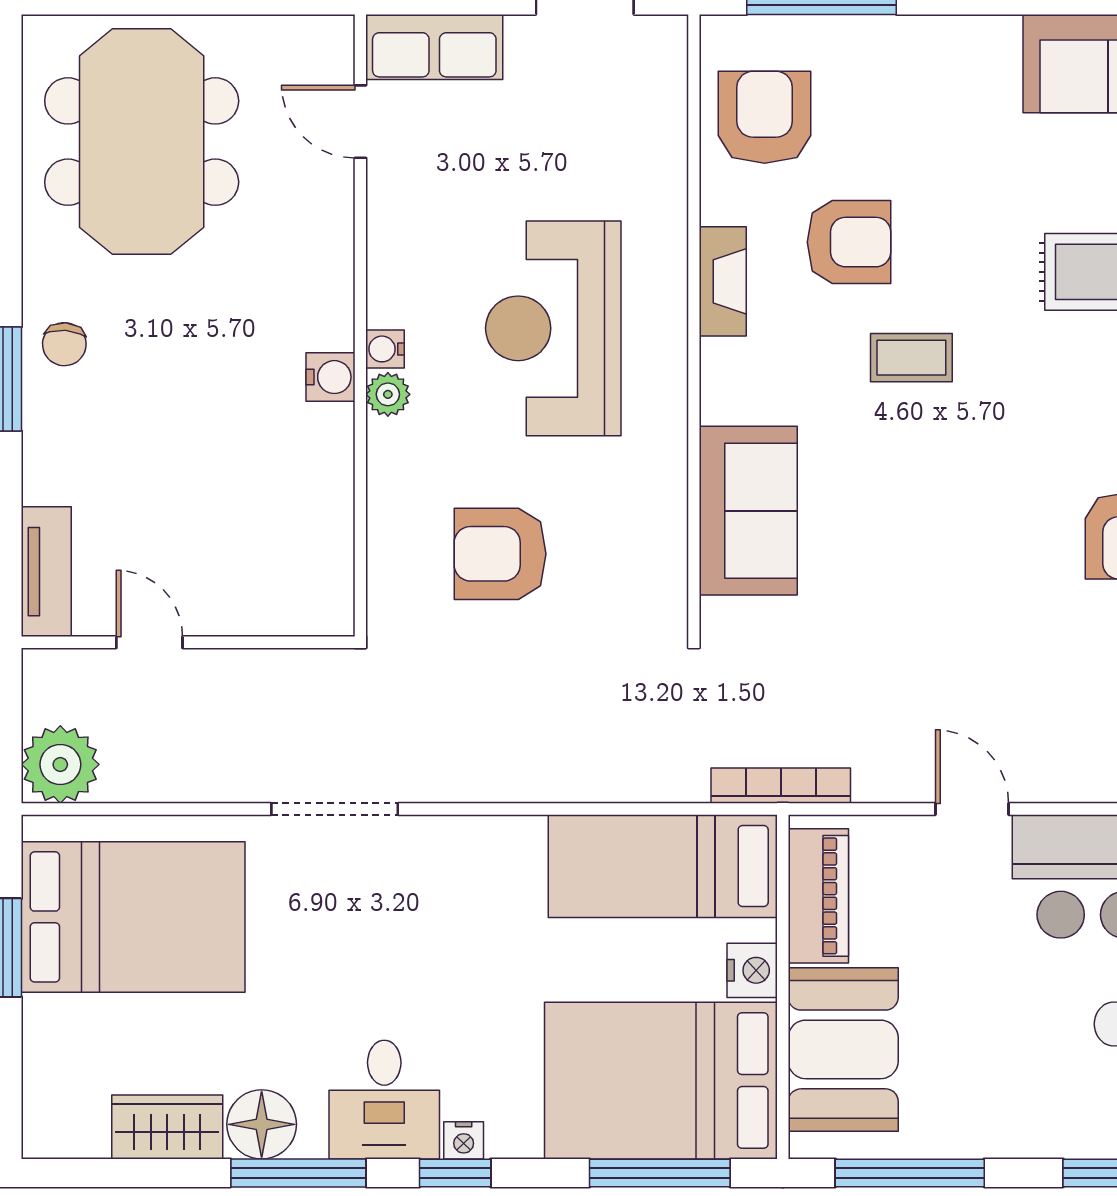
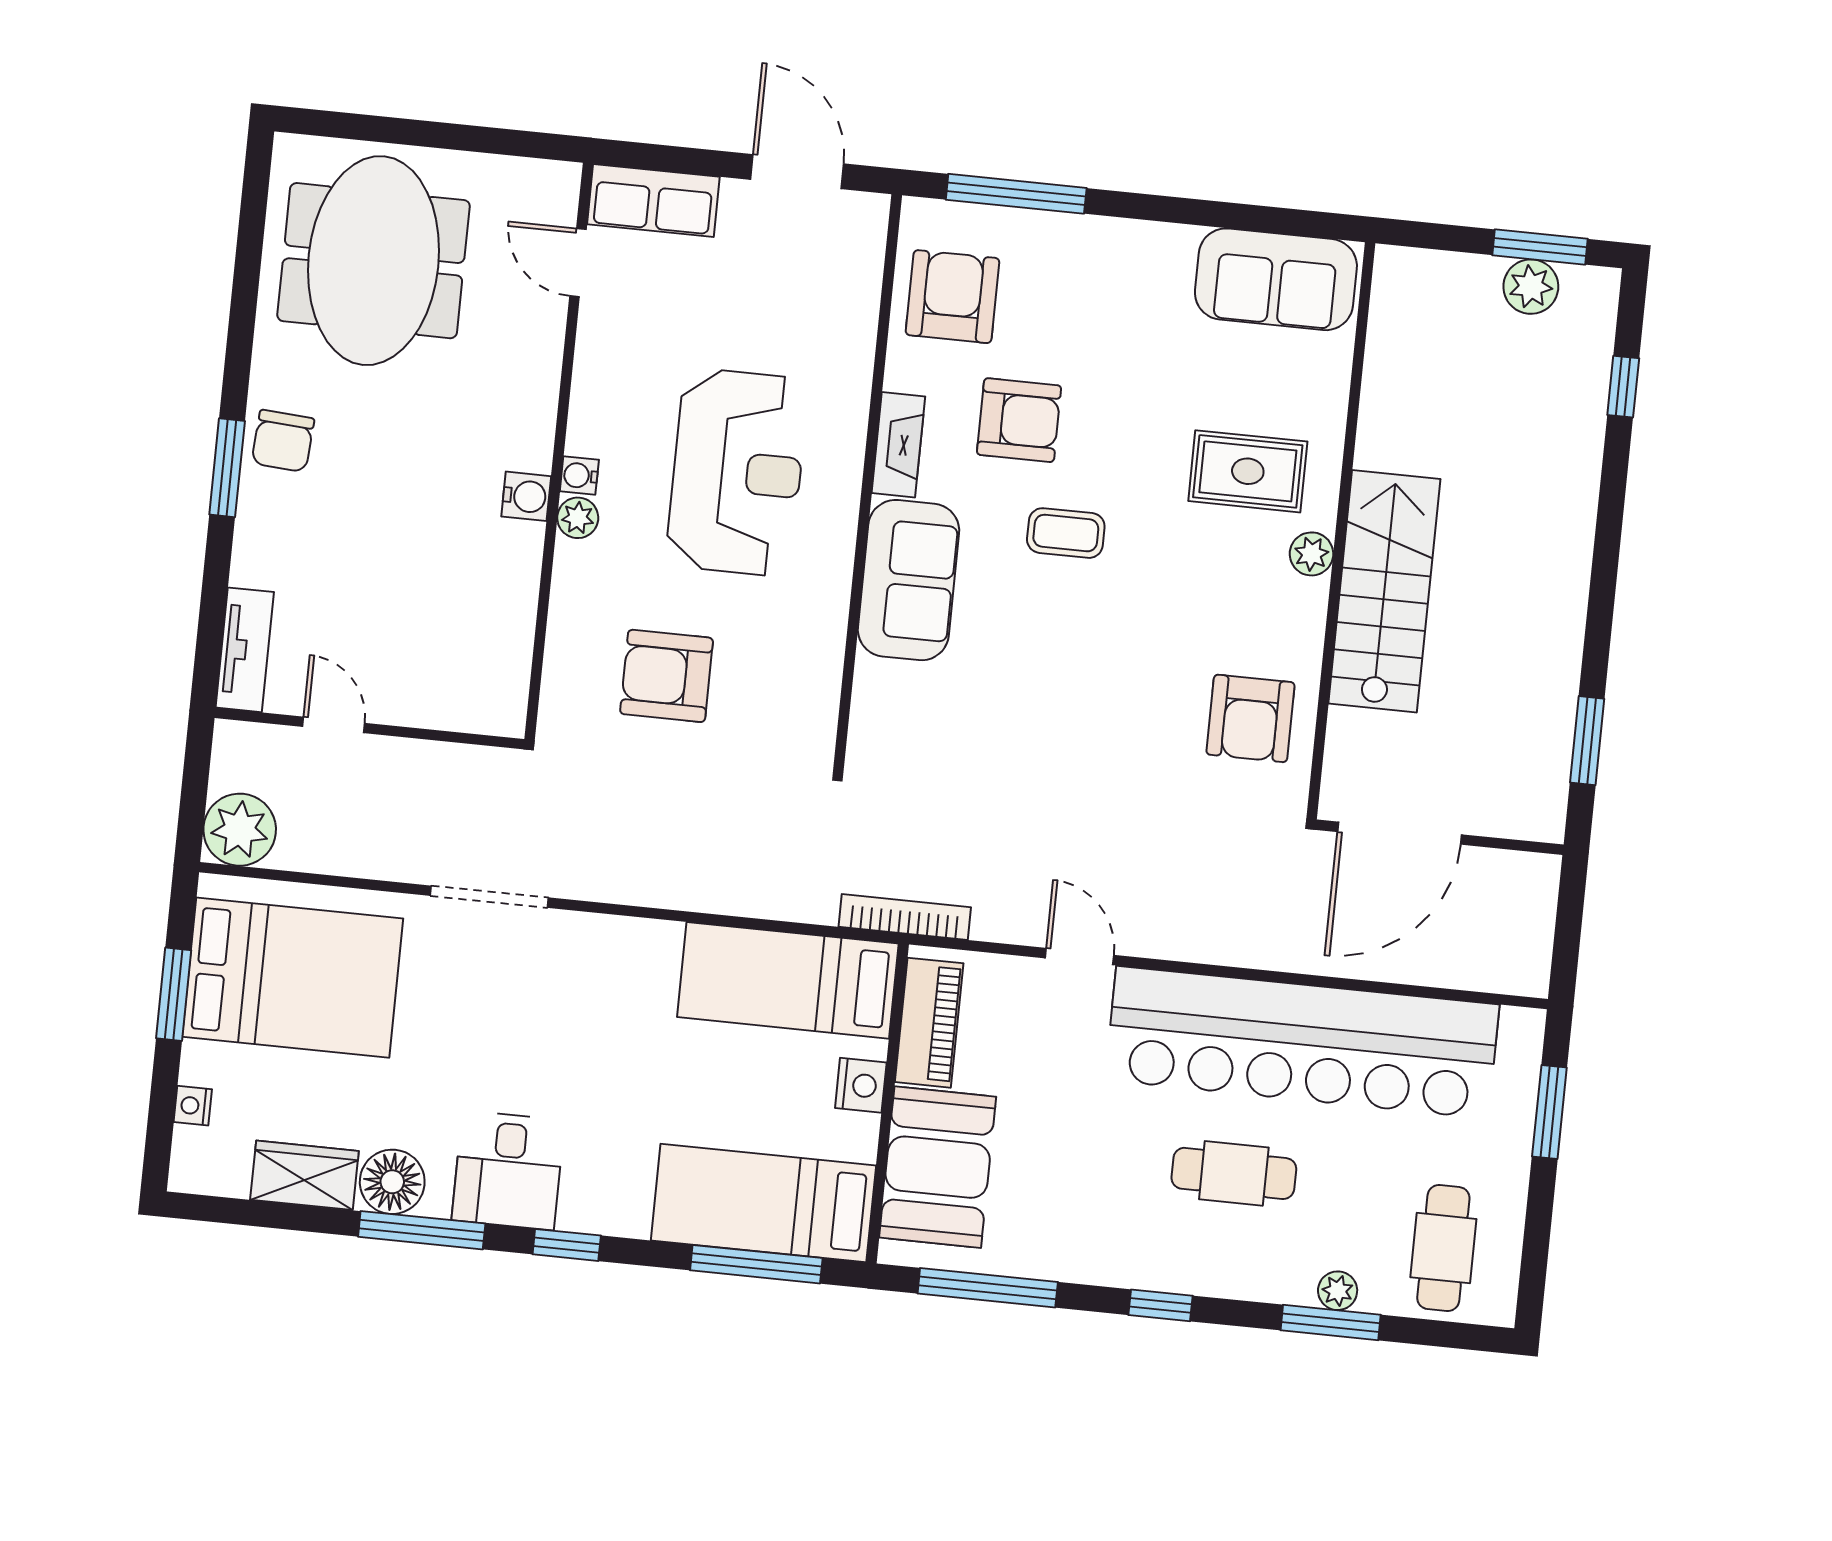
reception desk: (553, 328) -> (737, 472), turned 180
chair: (64, 344) -> (283, 441), width x1.37, depth x1.37
sofa: (748, 511) -> (909, 580), moved
bed: (661, 1081) -> (763, 1203), width x0.67
nightstand: (464, 1140) -> (193, 1106), moved, turned 90

